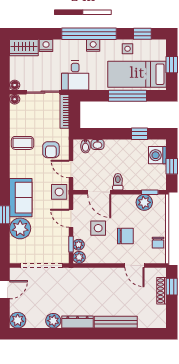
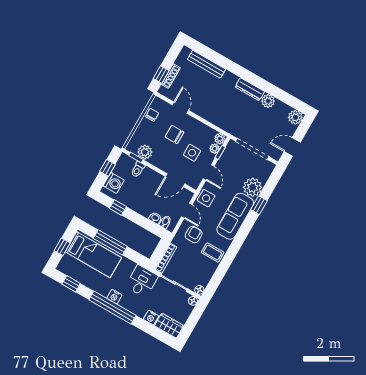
side table: (128, 49) -> (89, 279), removed
toilet: (118, 182) -> (138, 169), moved
door: (99, 192) -> (175, 180), swing flipped
sofa: (21, 198) -> (235, 216), width x1.36
bench: (116, 322) -> (206, 64), moved

